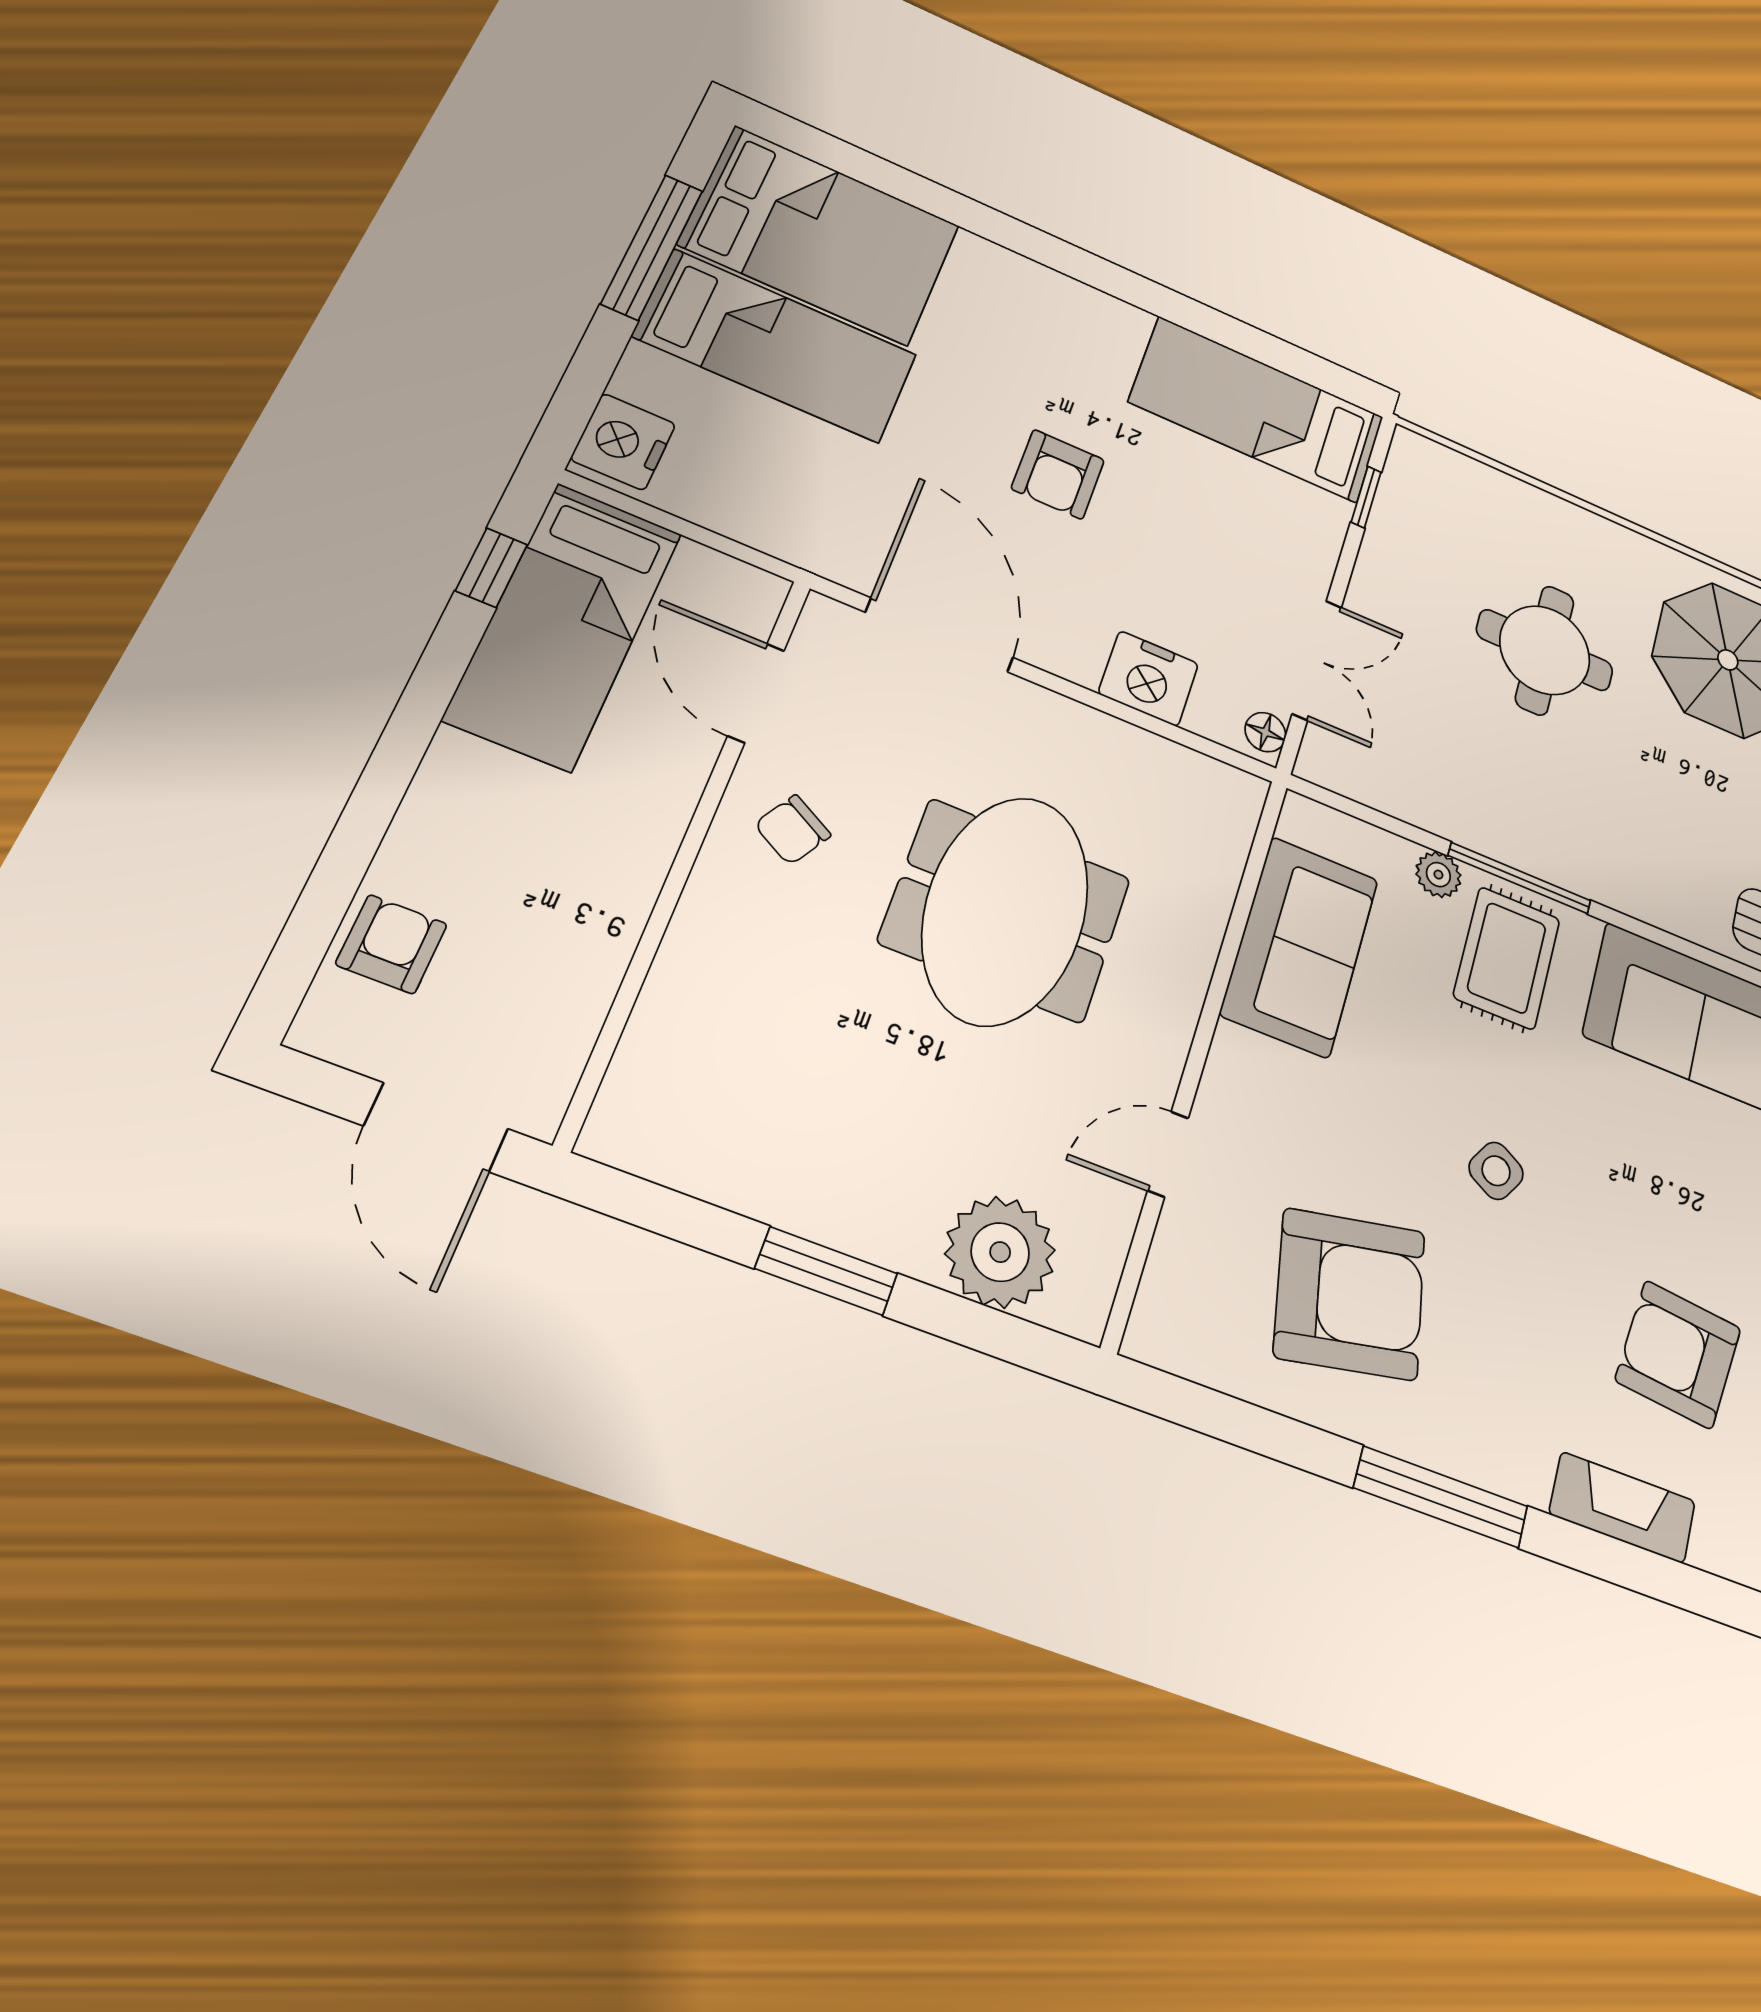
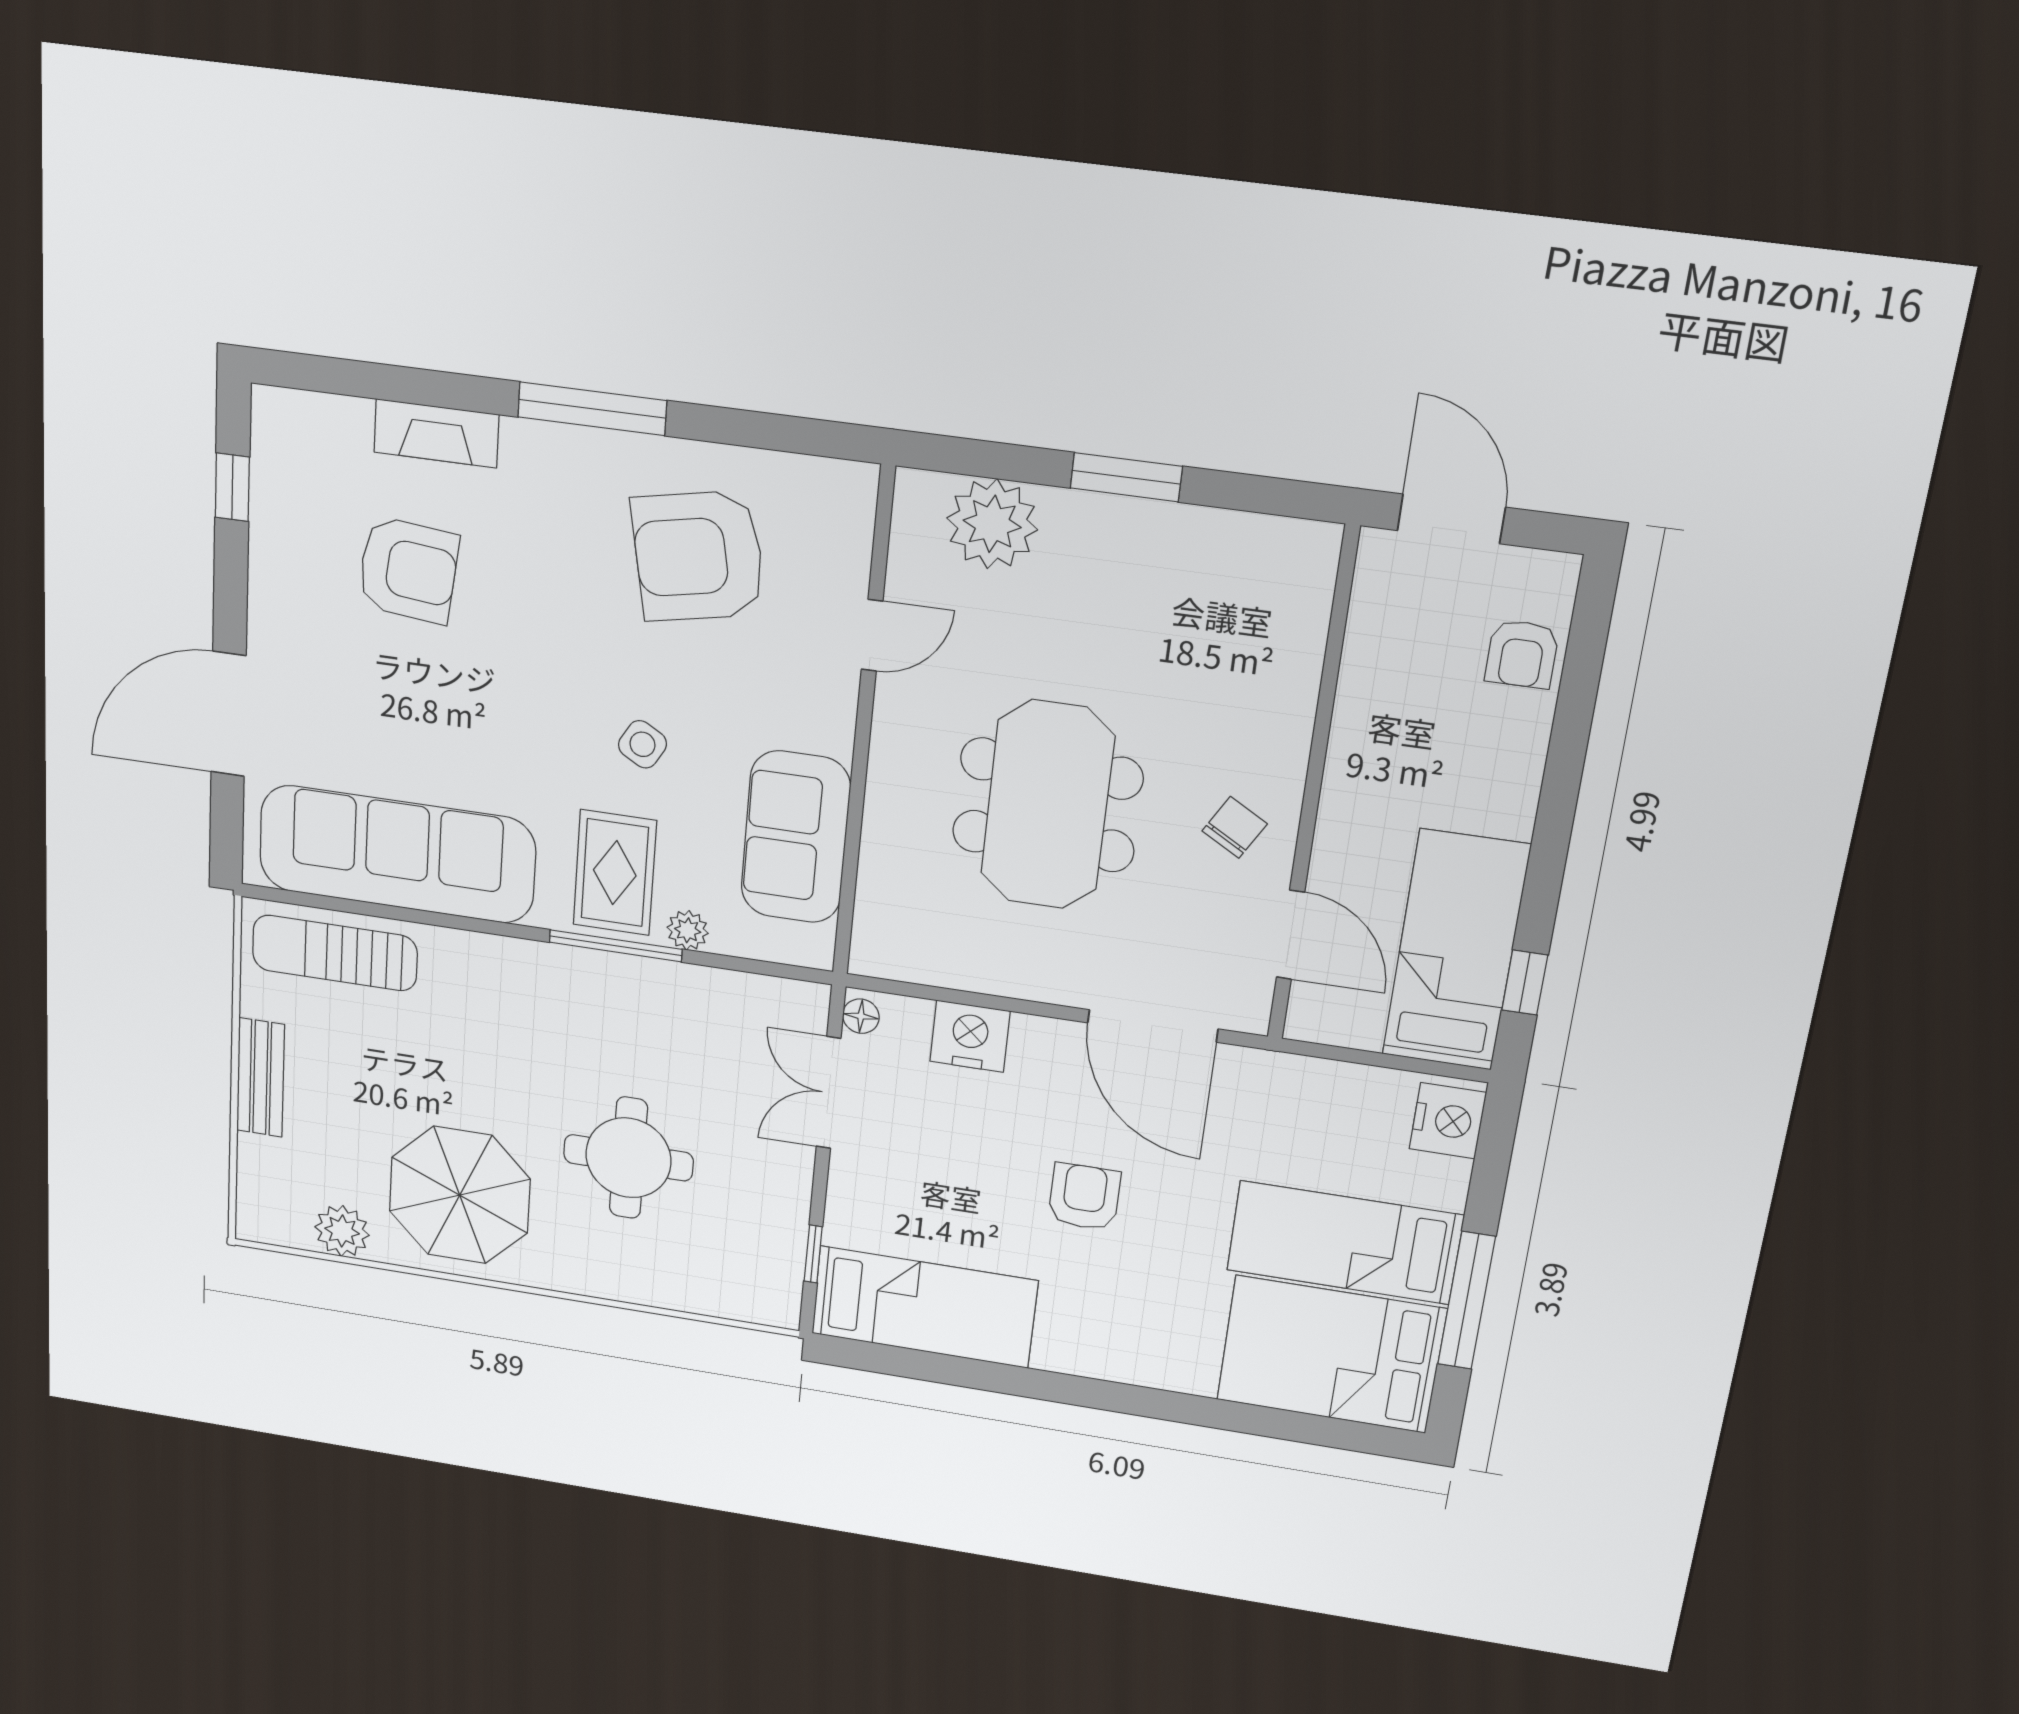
side table: (1496, 1171) -> (642, 744), moved

